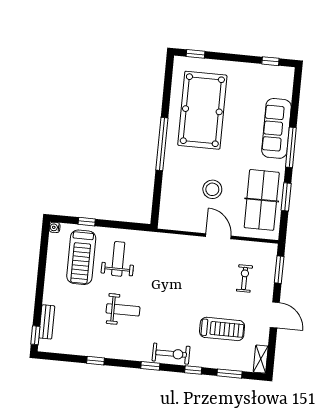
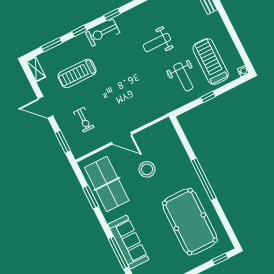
window: (291, 147) -> (118, 253), moved
window: (87, 222) -> (208, 97), moved

